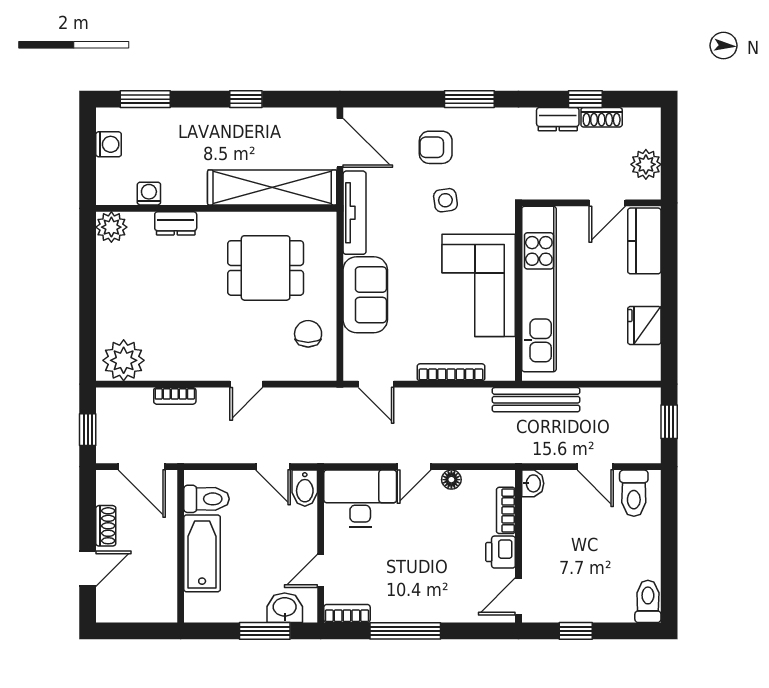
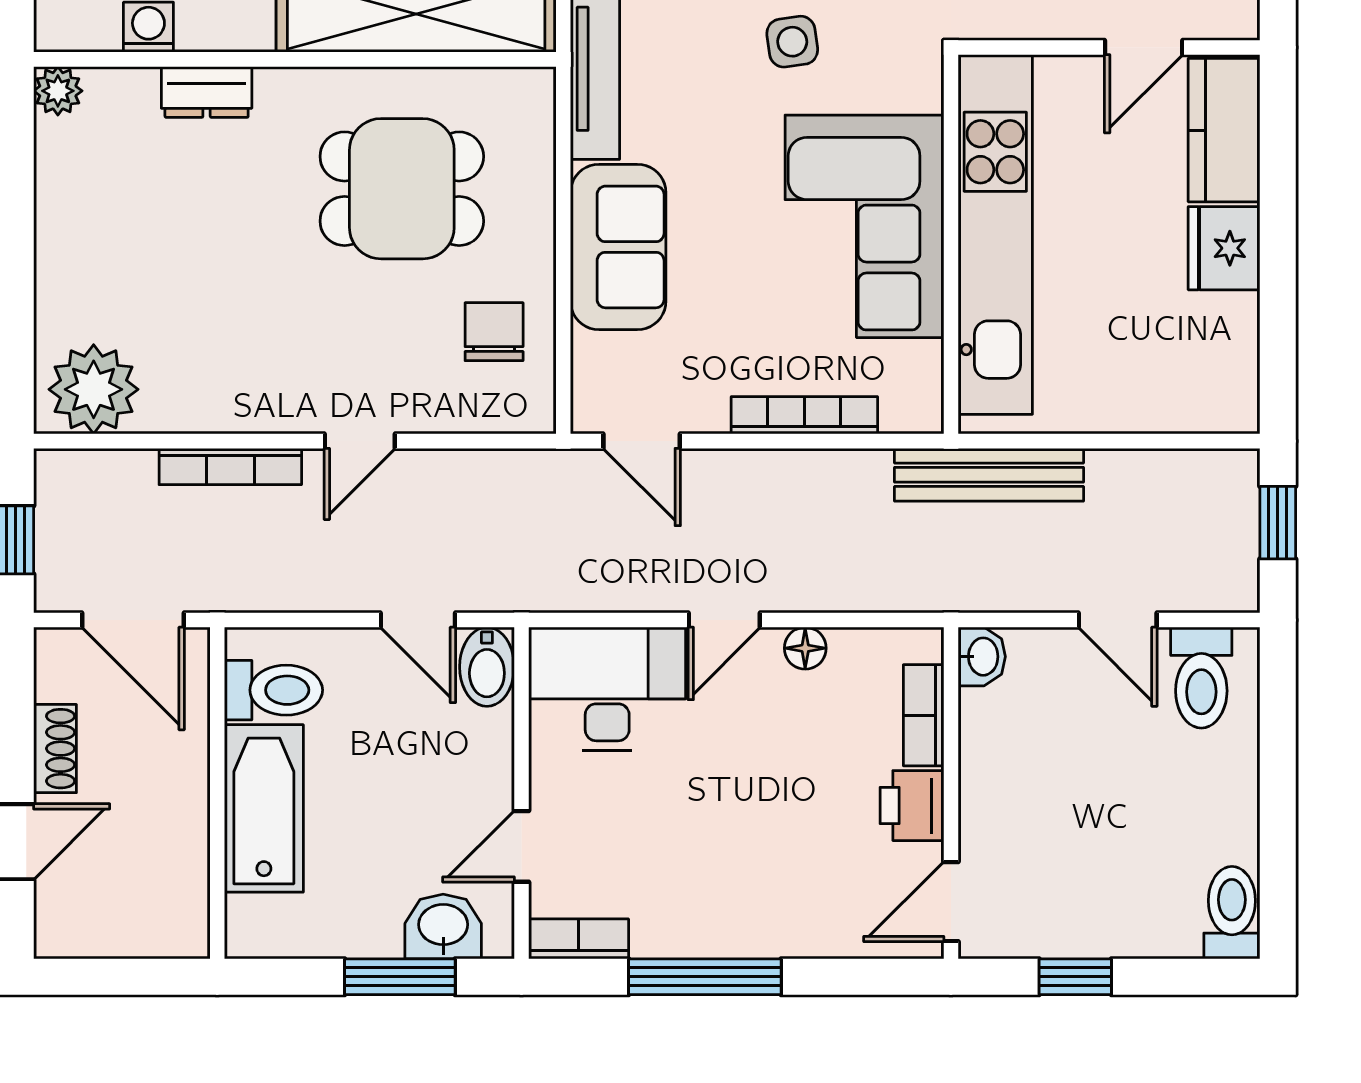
plant: (111, 227) -> (58, 91), width x0.73, depth x0.73
fridge: (644, 325) -> (1224, 248), moved
bookcase: (175, 396) -> (230, 467), width x1.56

